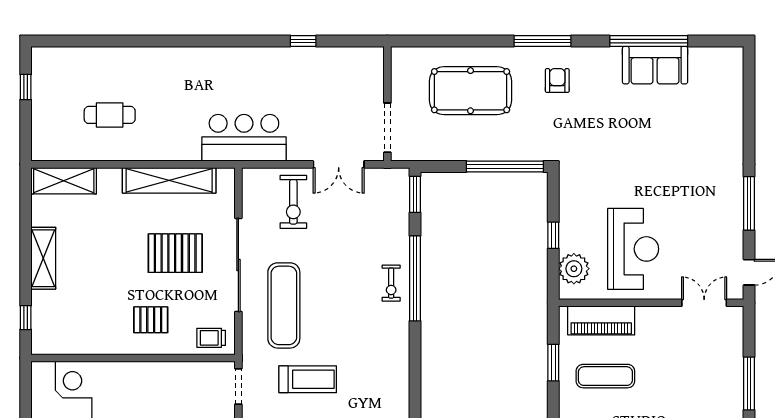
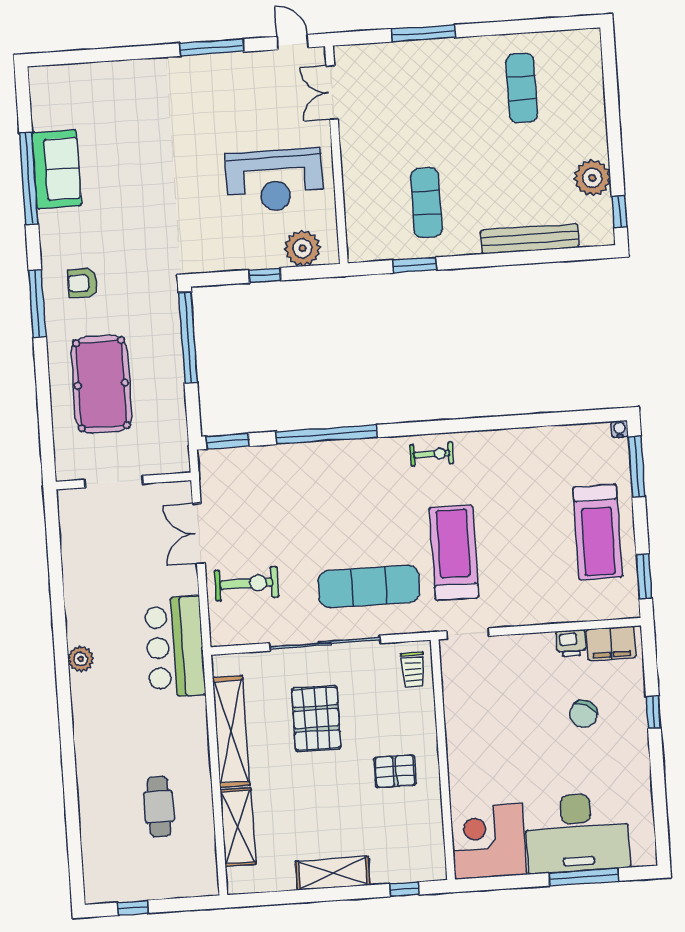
window: (303, 41) -> (56, 585), removed
plant: (239, 57) -> (81, 659), added
doorway: (387, 128) -> (114, 482), moved
double door: (339, 164) -> (199, 533), swing flipped
shelving: (64, 181) -> (238, 827), moved
reception desk: (633, 249) -> (275, 180), turned 180
exercise bike: (391, 283) -> (432, 454), moved
pallet: (151, 320) -> (395, 771), moved, turned 90
piano: (601, 320) -> (361, 212), removed
treadmill: (308, 379) -> (454, 553), width x1.37, depth x1.38

